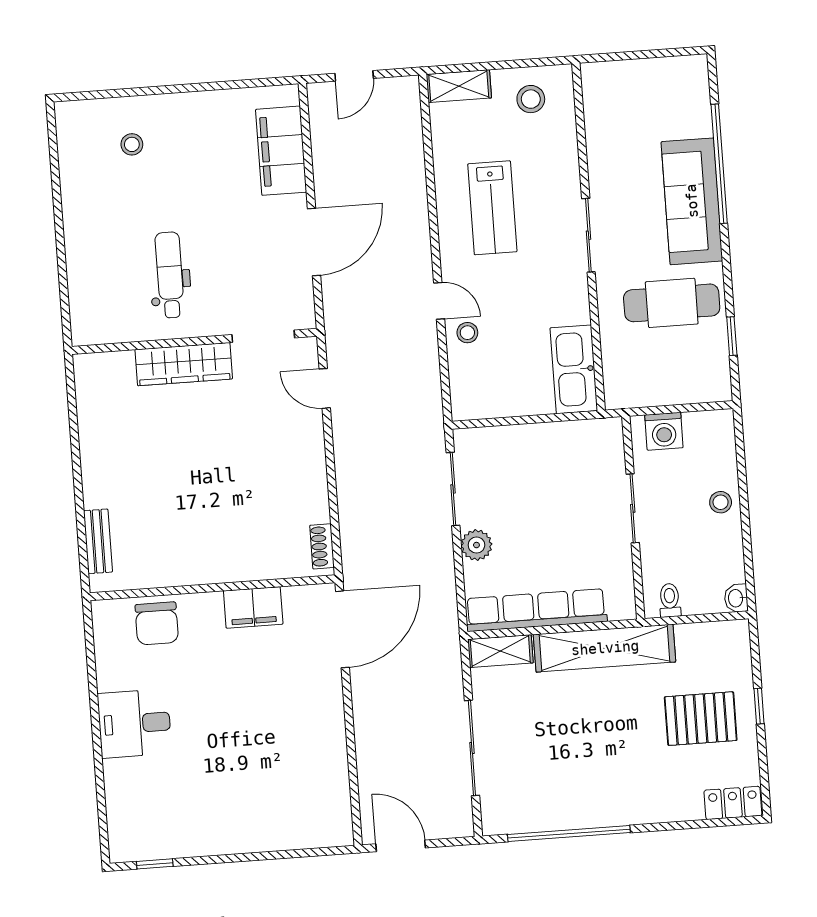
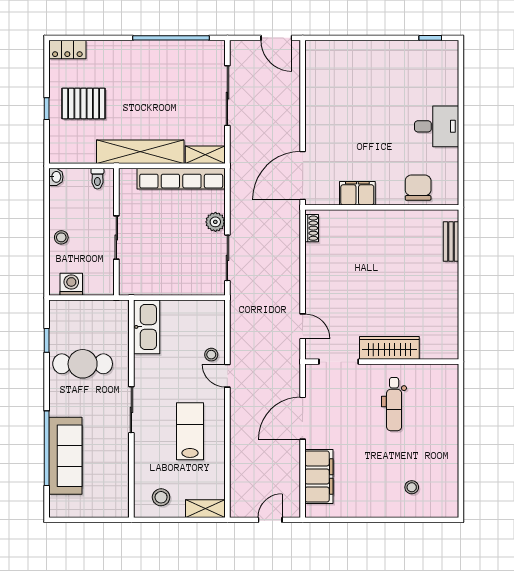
sofa: (692, 201) -> (65, 456), moved
washing machine: (664, 431) -> (71, 284), moved

